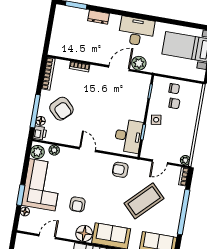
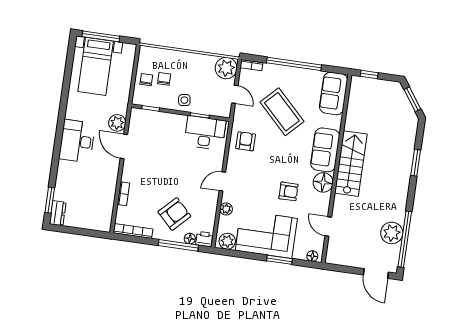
dresser: (99, 17) -> (58, 213), moved
desk: (136, 31) -> (77, 141), moved
plant: (54, 150) -> (226, 209), moved
plant: (185, 160) -> (226, 68), width x1.87, depth x1.87
armchair: (120, 170) -> (246, 141), turned 180
floor lamp: (25, 212) -> (312, 256), moved

